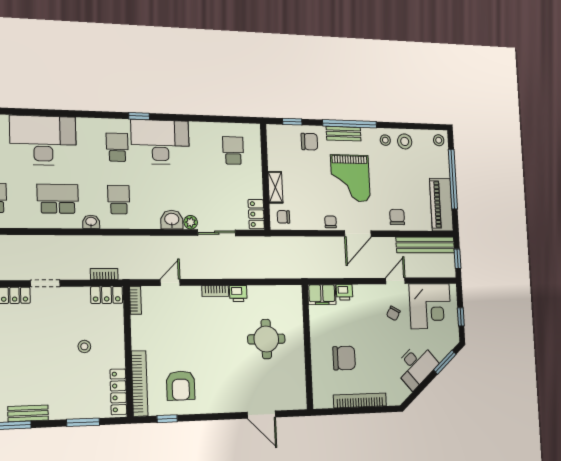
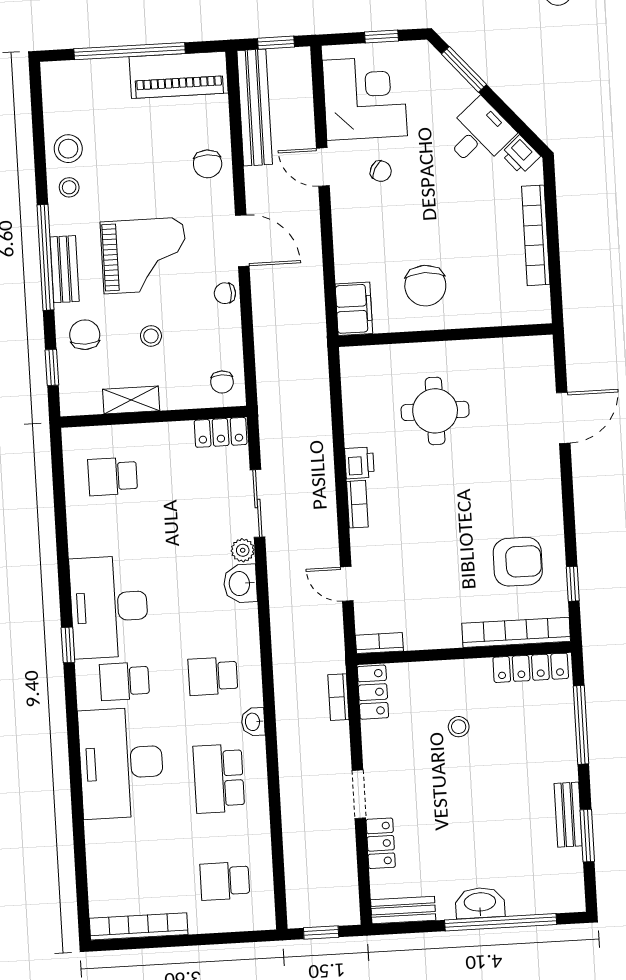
desk: (43, 140) -> (121, 763), moved
stool: (439, 140) -> (151, 336), moved
shelving: (275, 187) -> (131, 400), moved
chair: (397, 217) -> (208, 164), turned -90
printer: (345, 292) -> (520, 155), moved, turned 139
chair: (344, 358) -> (425, 286), moved, turned 180
desk: (416, 366) -> (479, 134), width x0.73
window: (83, 422) -> (581, 725), width x1.44

